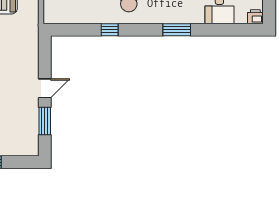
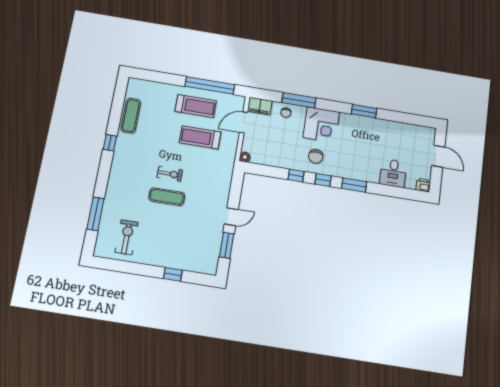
plant: (49, 18) -> (245, 157), added
window: (141, 30) -> (323, 180), added

